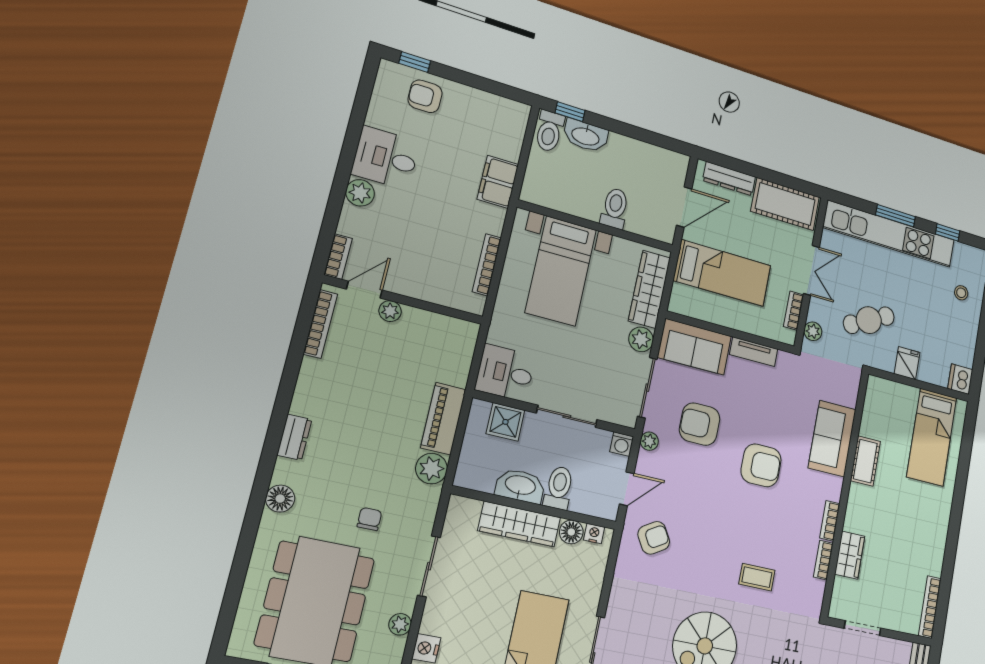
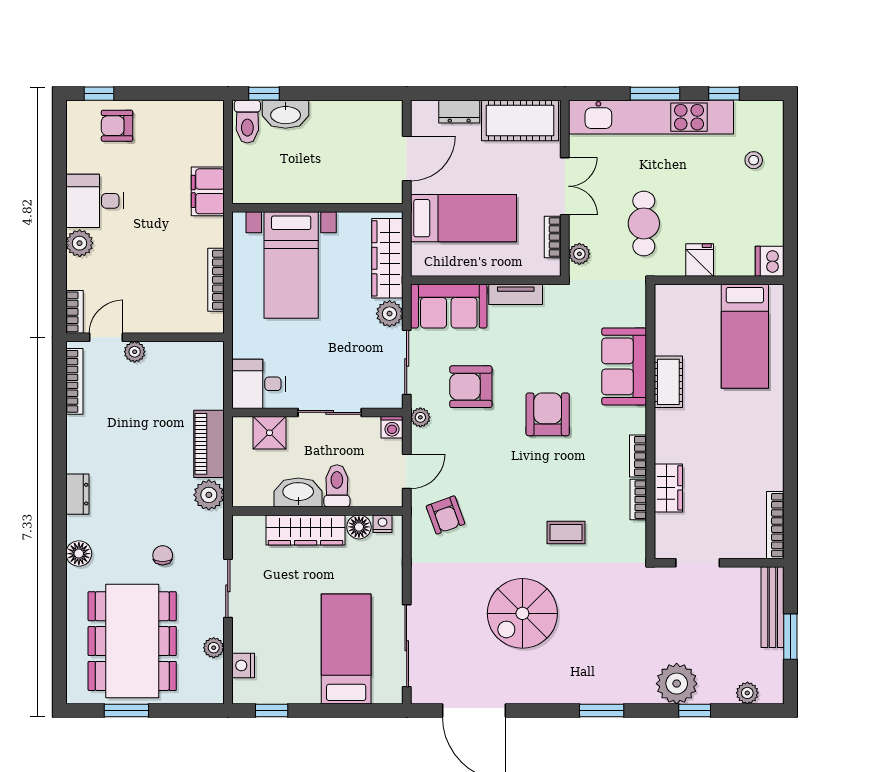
dresser: (729, 179) -> (459, 112), width x0.70
toilet: (615, 208) -> (333, 182), removed
cafe table: (869, 320) -> (644, 223), turned -63
armchair: (761, 465) -> (548, 414), turned -90
armchair: (654, 538) -> (446, 515), turned 101

